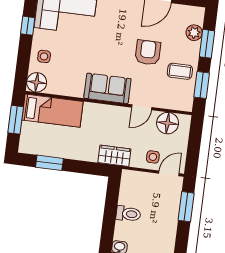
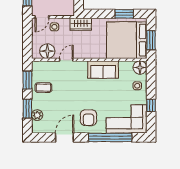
armchair: (148, 53) -> (88, 118), moved
sofa: (107, 88) -> (103, 70), moved
bed: (53, 111) -> (127, 40), width x2.04

